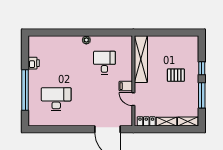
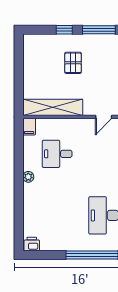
printer: (34, 63) -> (32, 244), moved
filing cabinet: (126, 86) -> (29, 127), moved

